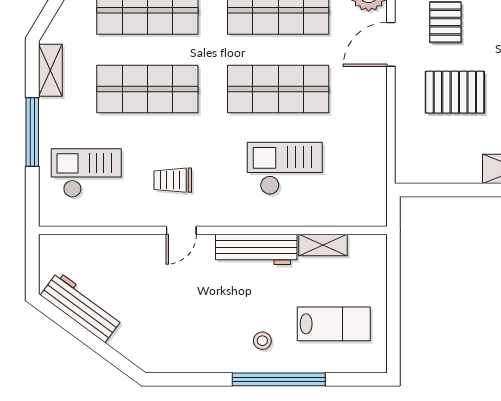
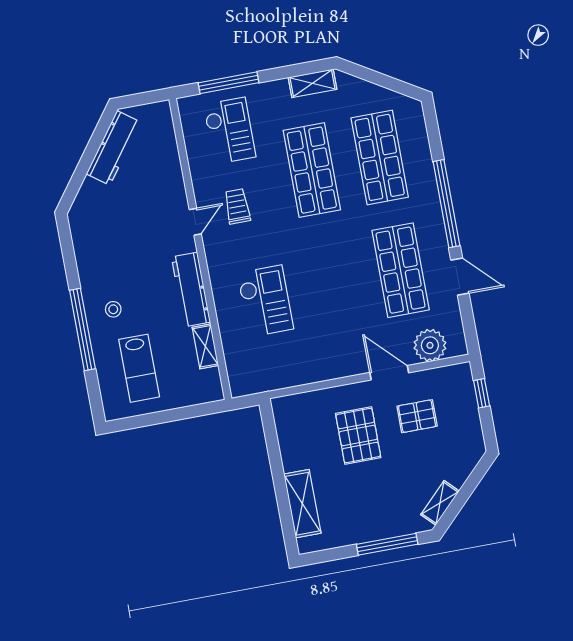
shop shelf: (278, 89) -> (333, 283), removed
window: (32, 132) -> (229, 83), moved
door: (181, 230) -> (195, 222), swing flipped

